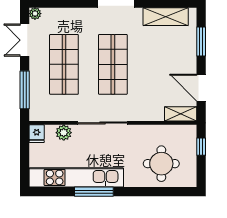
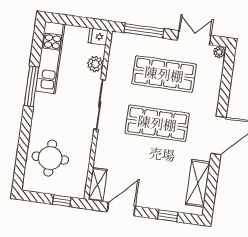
window: (201, 41) -> (168, 216), width x0.67
kitchen unit: (76, 177) -> (50, 58), width x0.73

